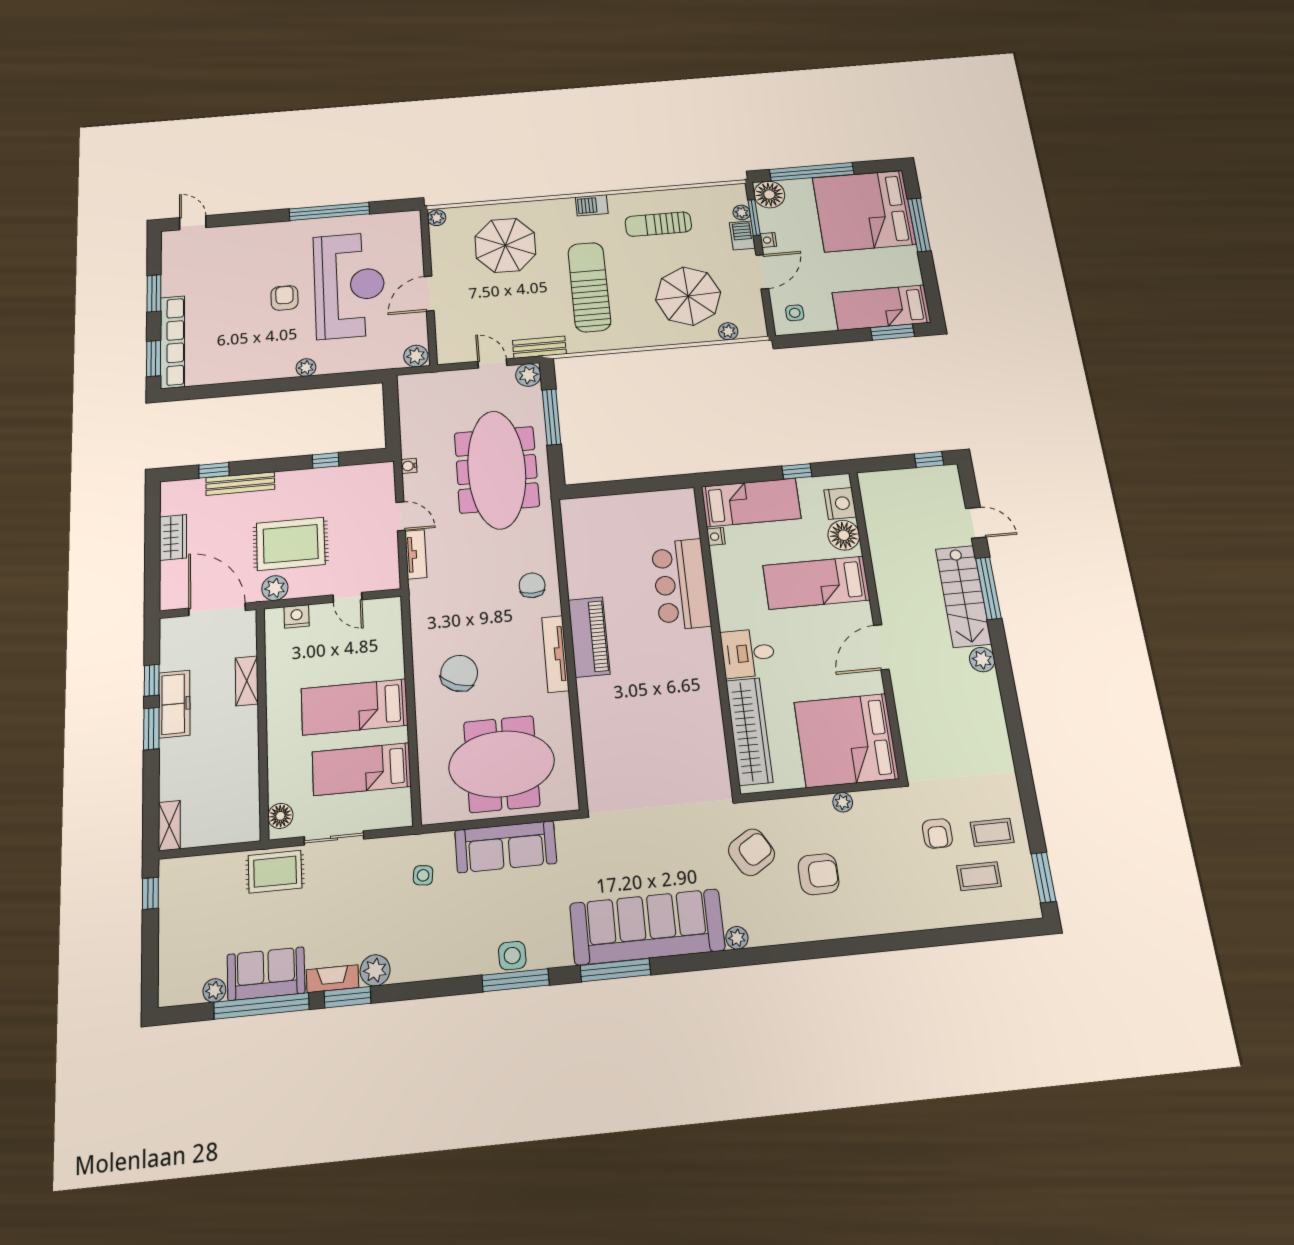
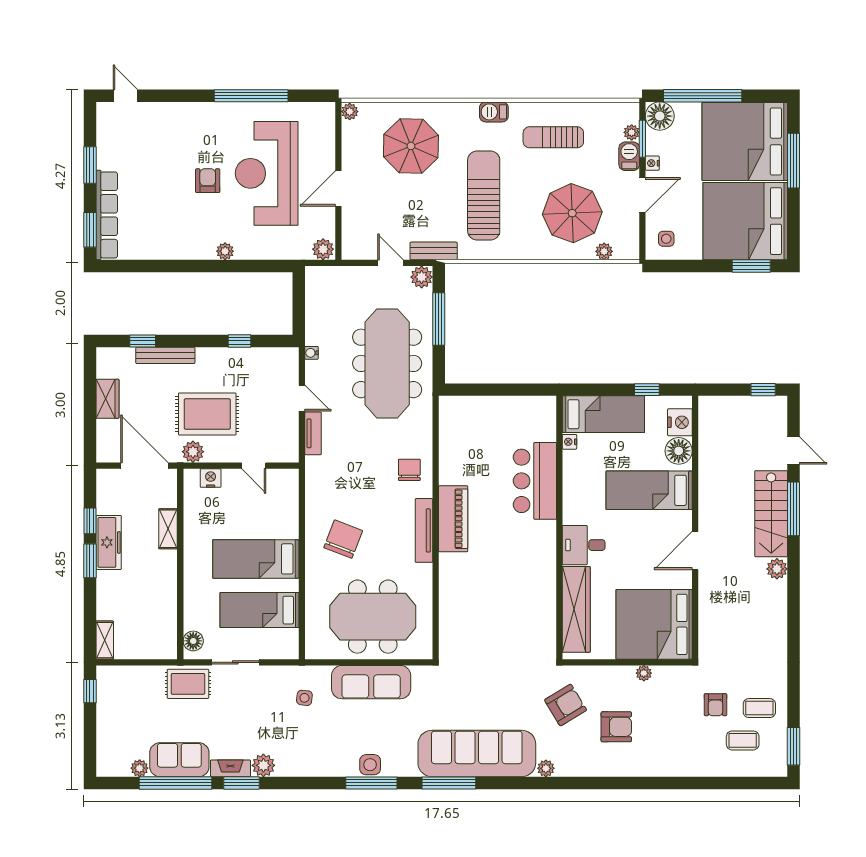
reception desk: (349, 285) -> (267, 173), turned 180
bed: (881, 308) -> (745, 221), width x2.04

